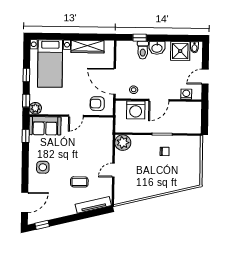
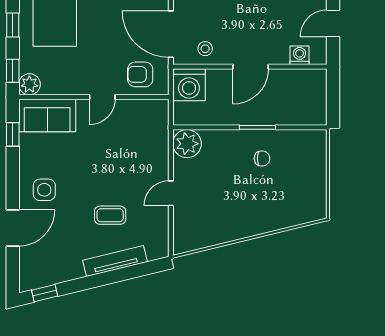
washing machine: (136, 110) -> (189, 85), moved
door: (25, 202) -> (13, 228), moved
tv unit: (93, 205) -> (115, 261), moved

